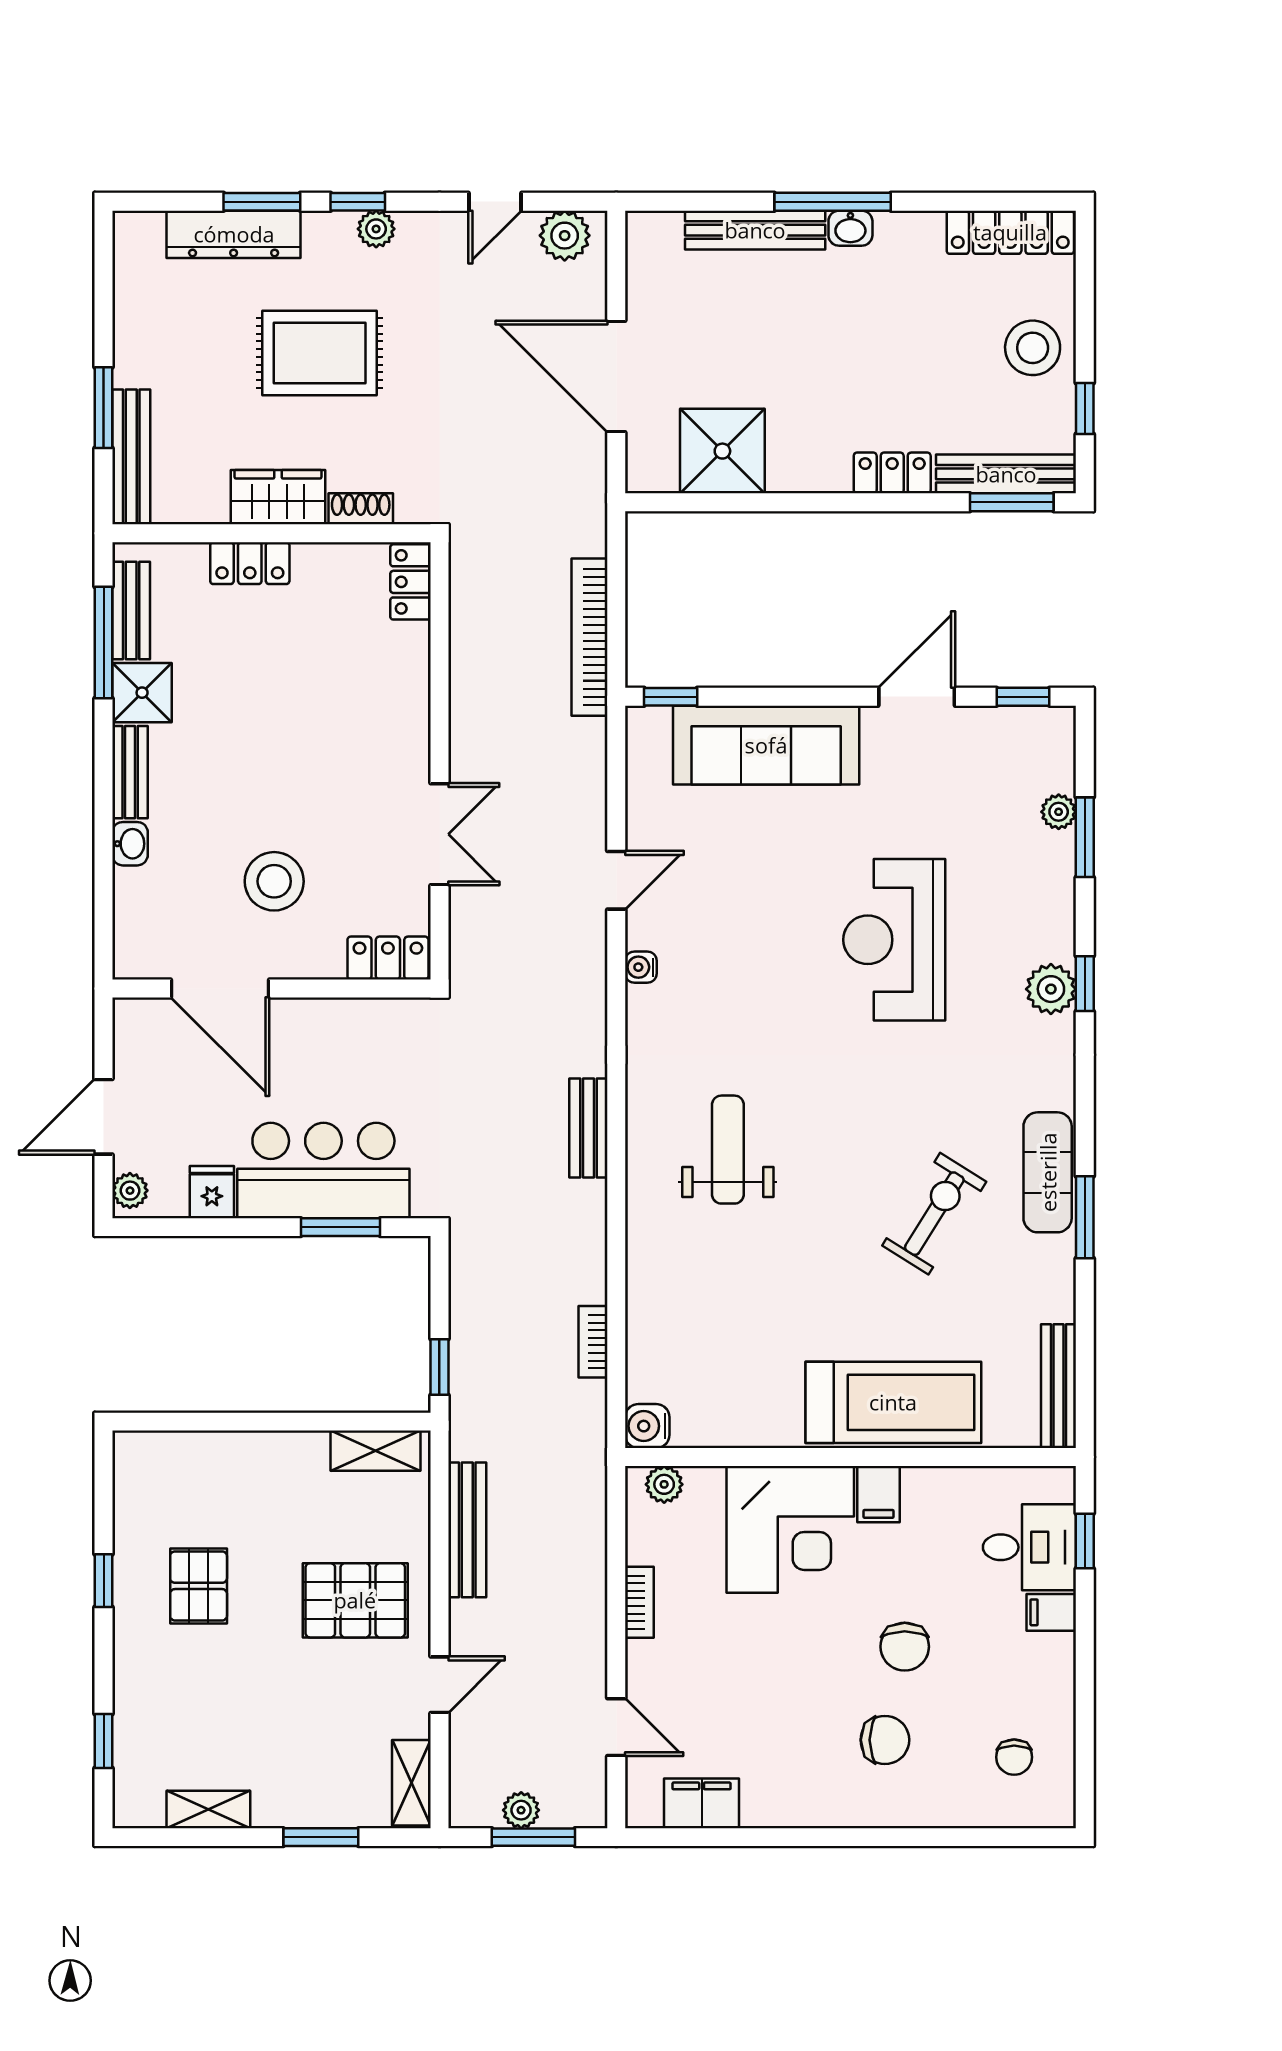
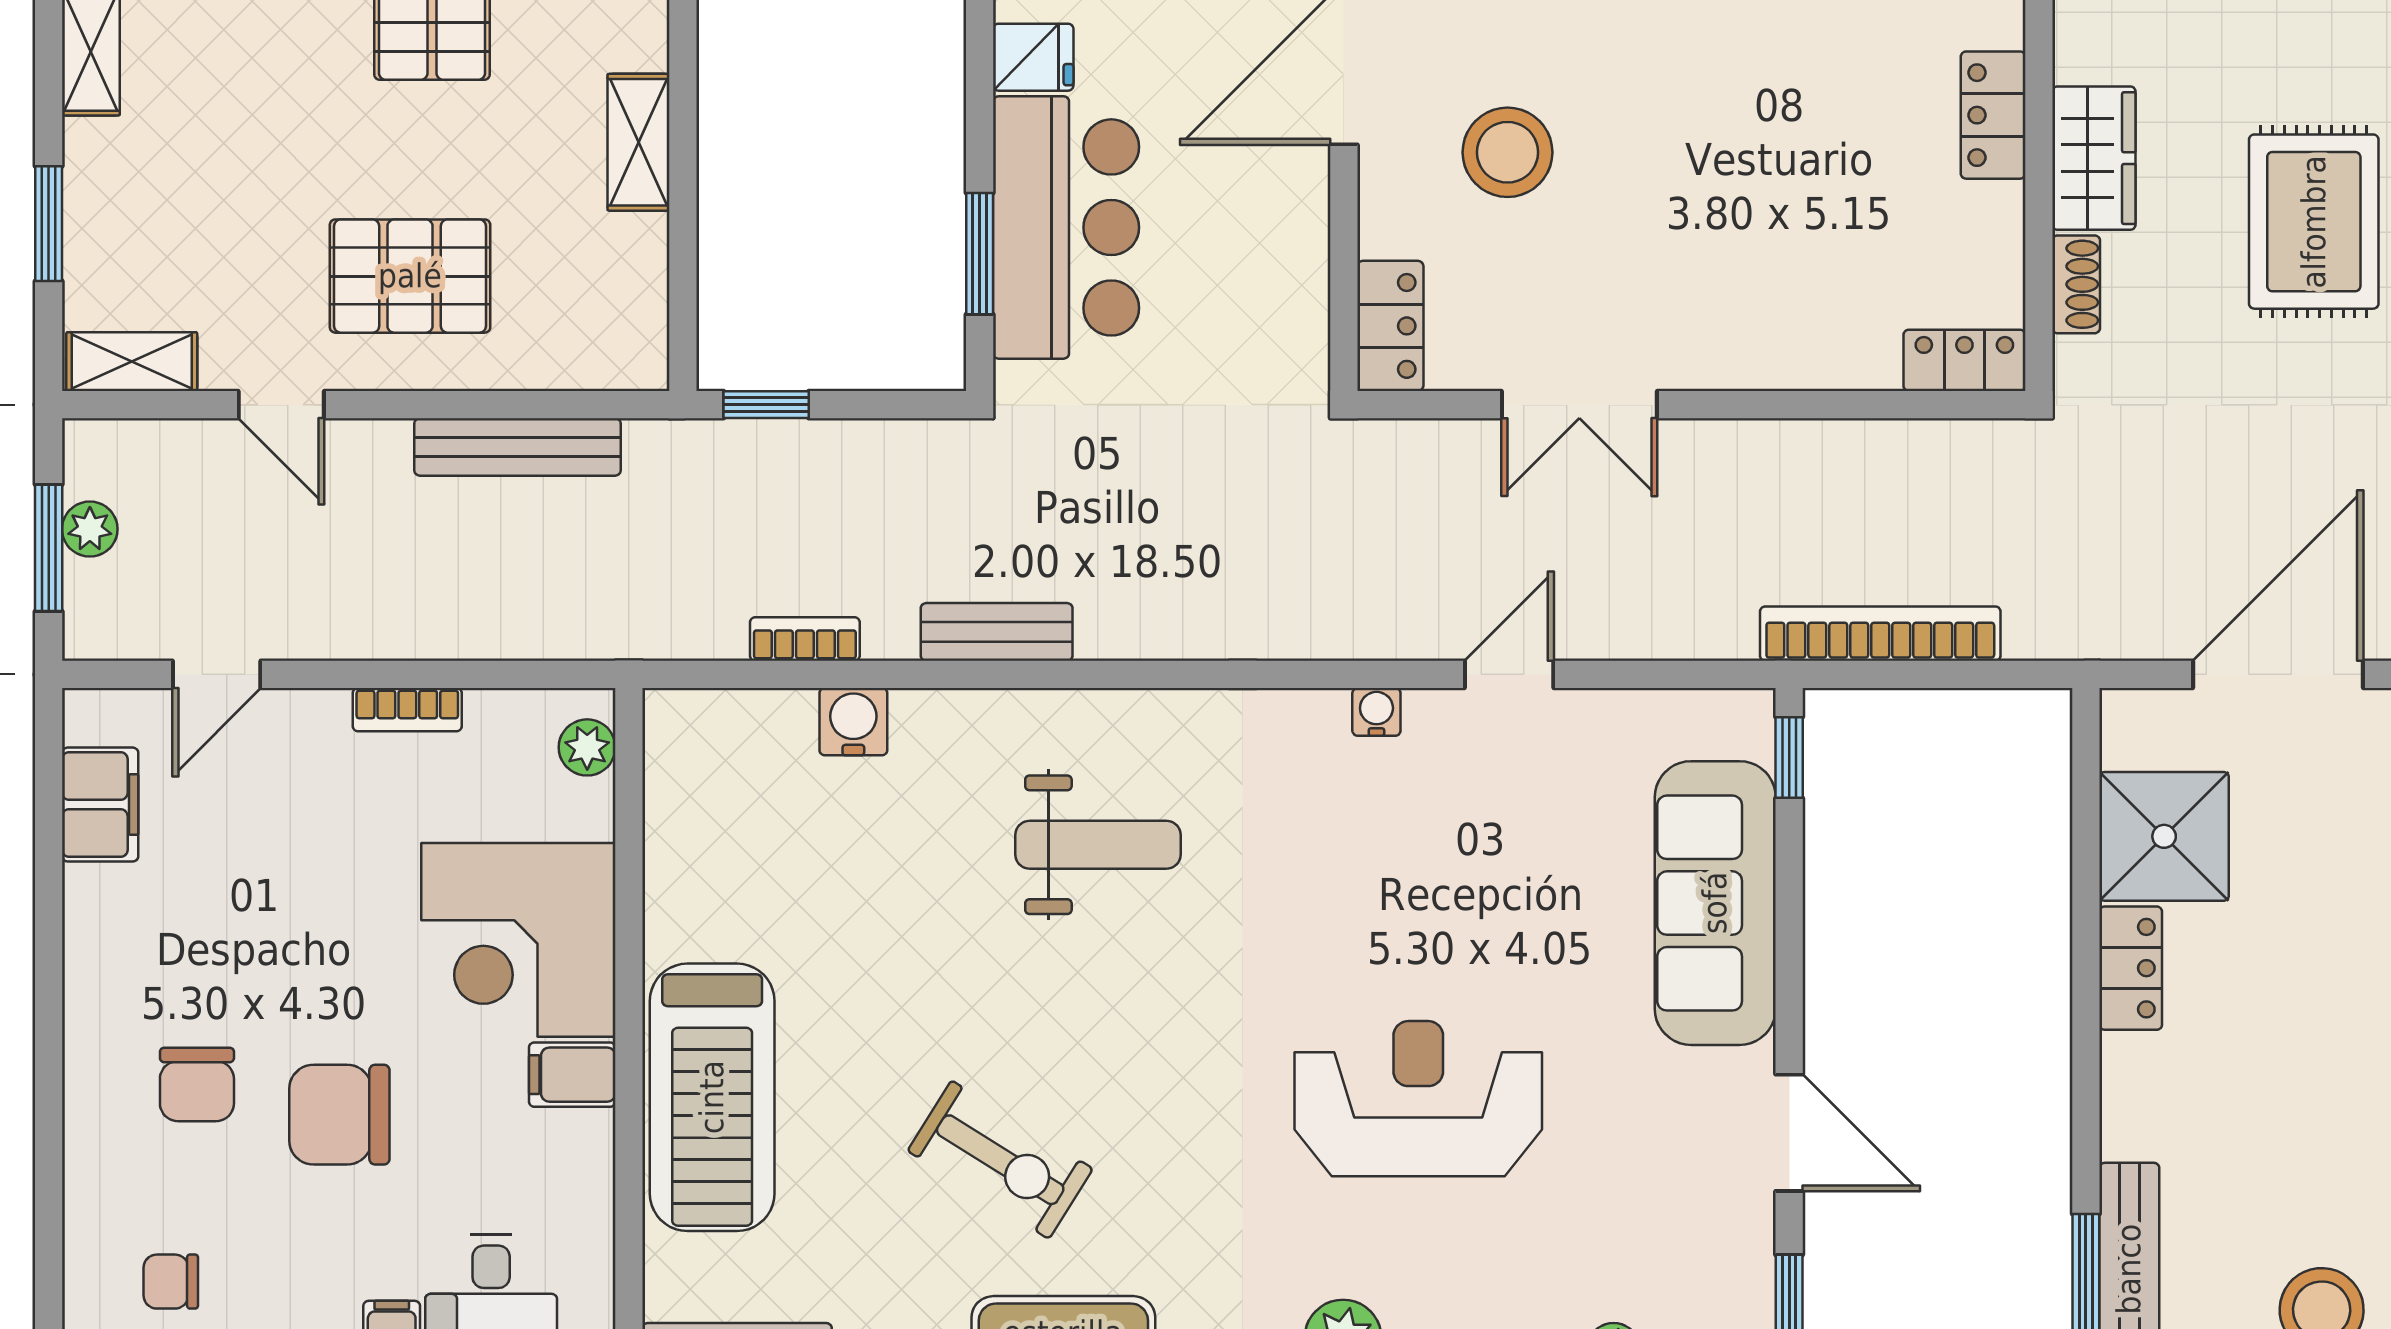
locker: (892, 473) -> (2131, 968), moved
door: (616, 880) -> (1509, 674), swing flipped
bench: (588, 1128) -> (997, 632), moved
water cooler: (647, 1426) -> (853, 722), moved
shelving: (376, 1451) -> (638, 142), moved
pallet: (355, 1600) -> (410, 276), turned 90
chair: (905, 1647) -> (339, 1115), width x1.37, depth x1.37

